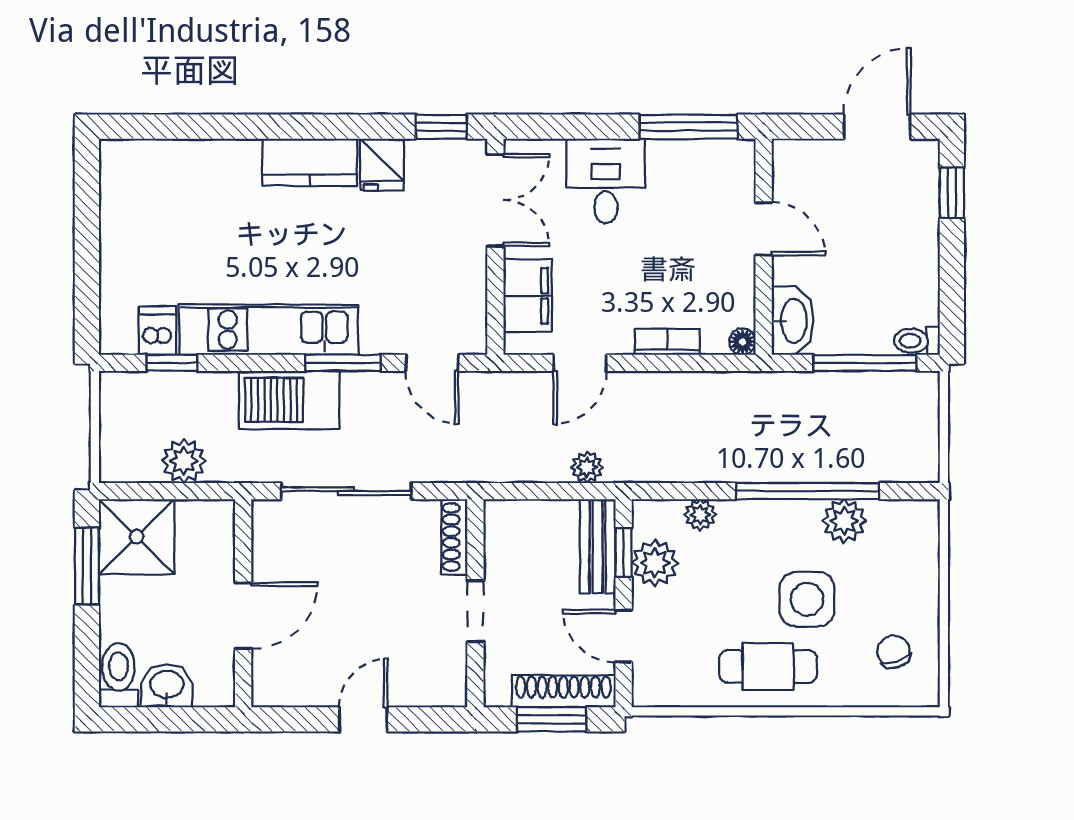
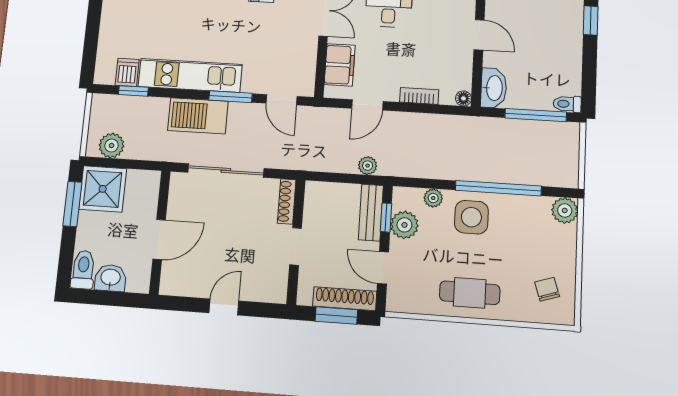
plant: (184, 461) -> (112, 146), moved
plant: (844, 521) -> (565, 210), moved
side table: (807, 599) -> (471, 217), moved

